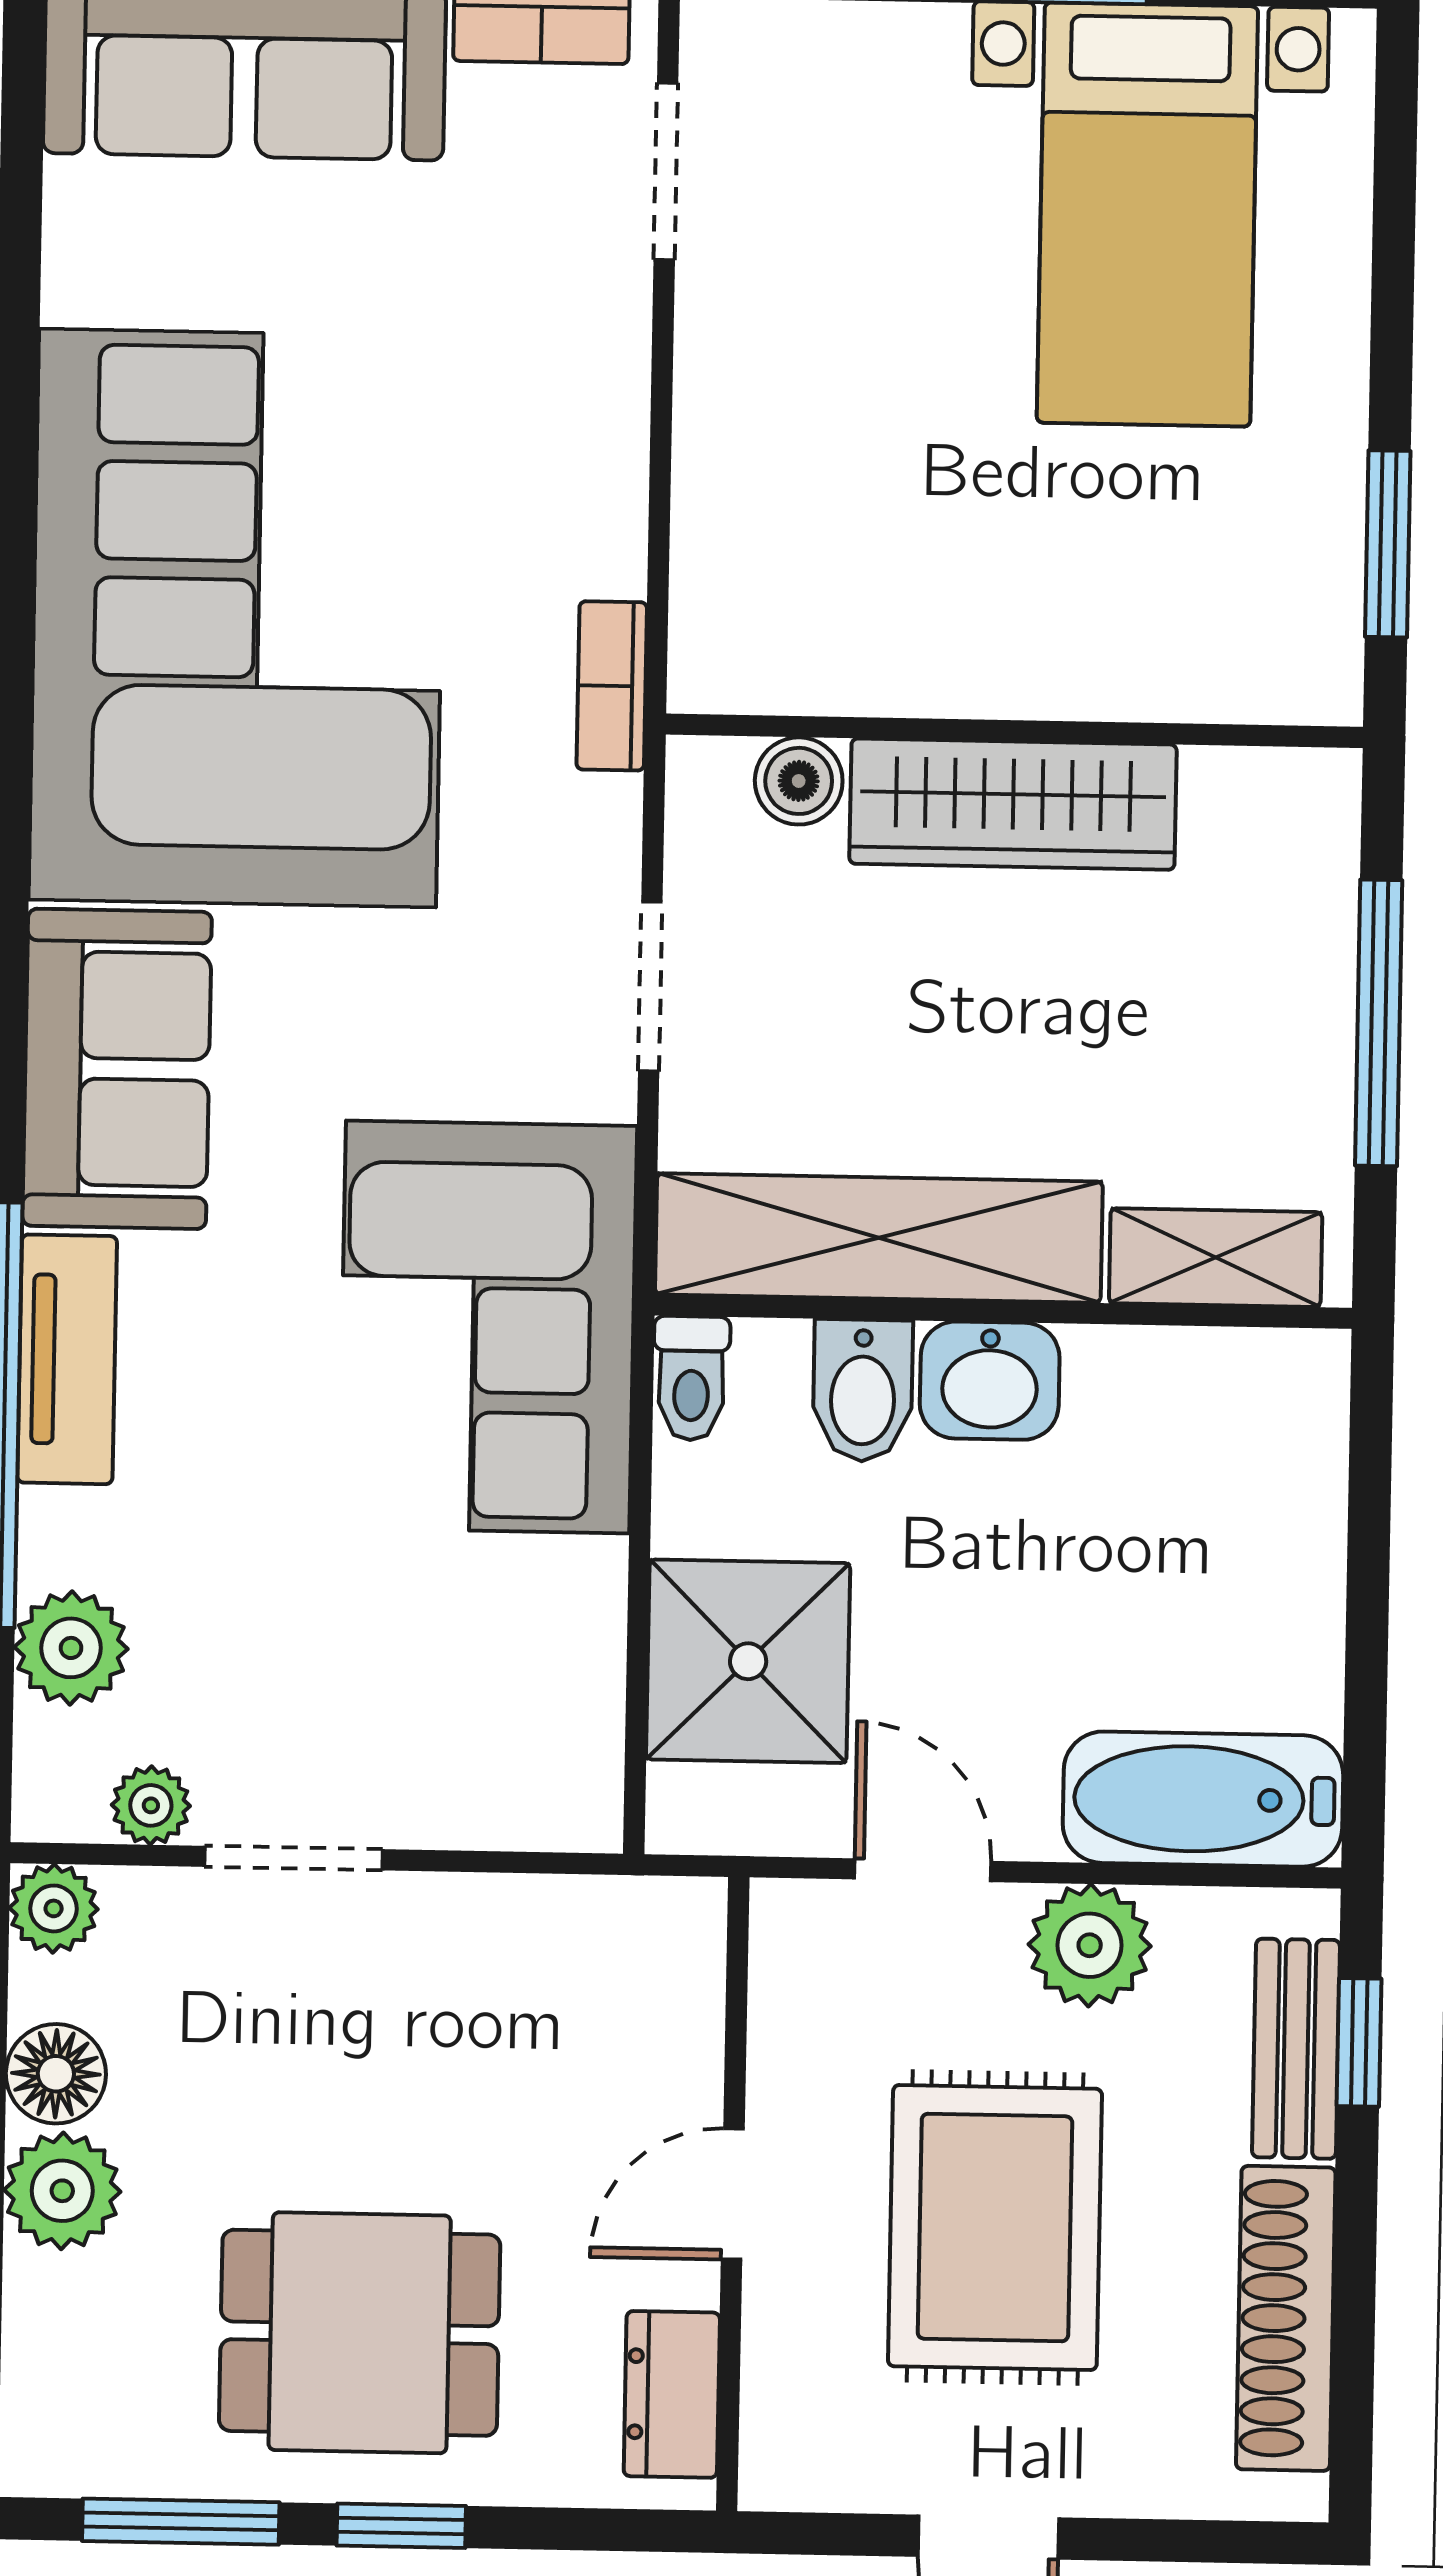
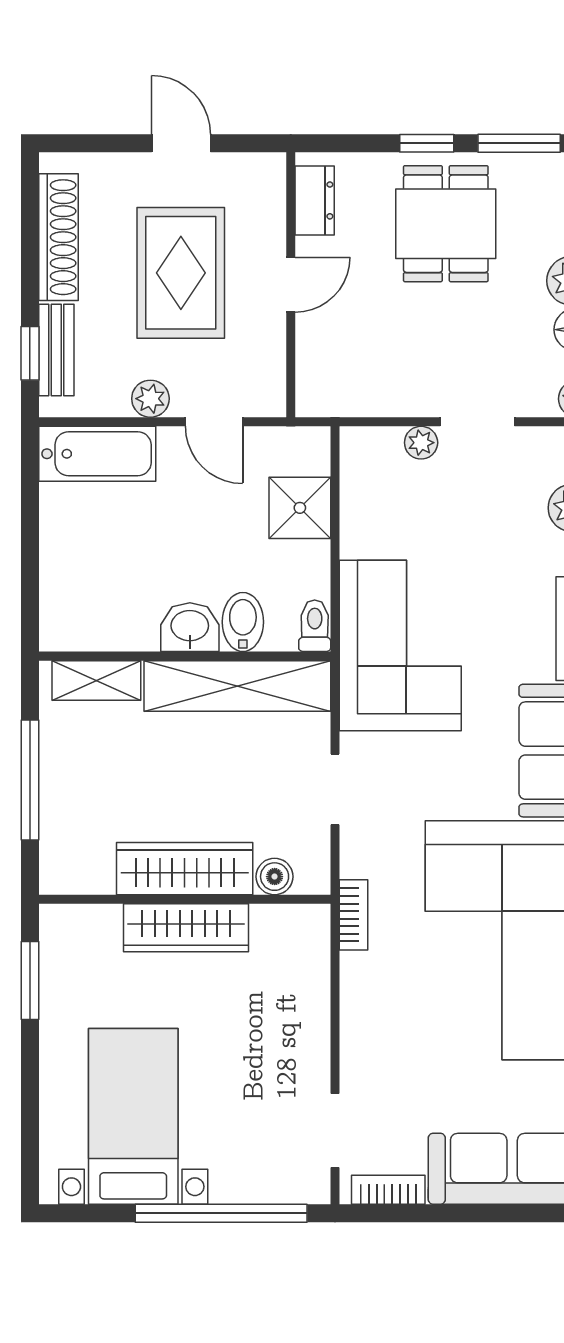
wardrobe: (1013, 663) -> (186, 928), added
shower: (748, 1661) -> (300, 508), width x0.73, depth x0.73
plant: (151, 1805) -> (421, 443), moved
plant: (1090, 1945) -> (150, 399), width x0.73, depth x0.73
dining table: (360, 2333) -> (446, 224), turned 90

